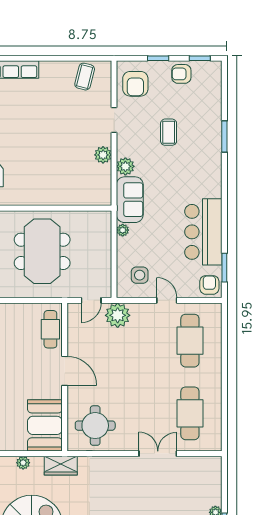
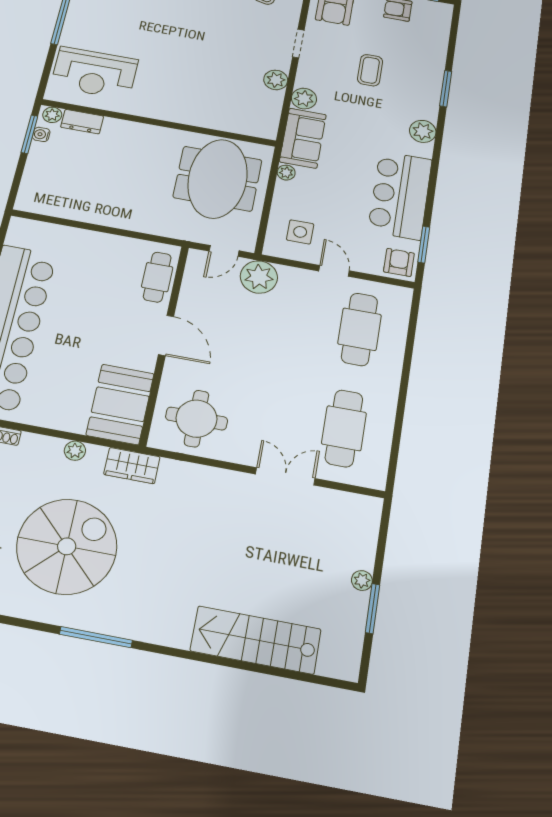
plant: (213, 176) -> (423, 131), added
meeting table: (42, 251) -> (218, 179), moved

